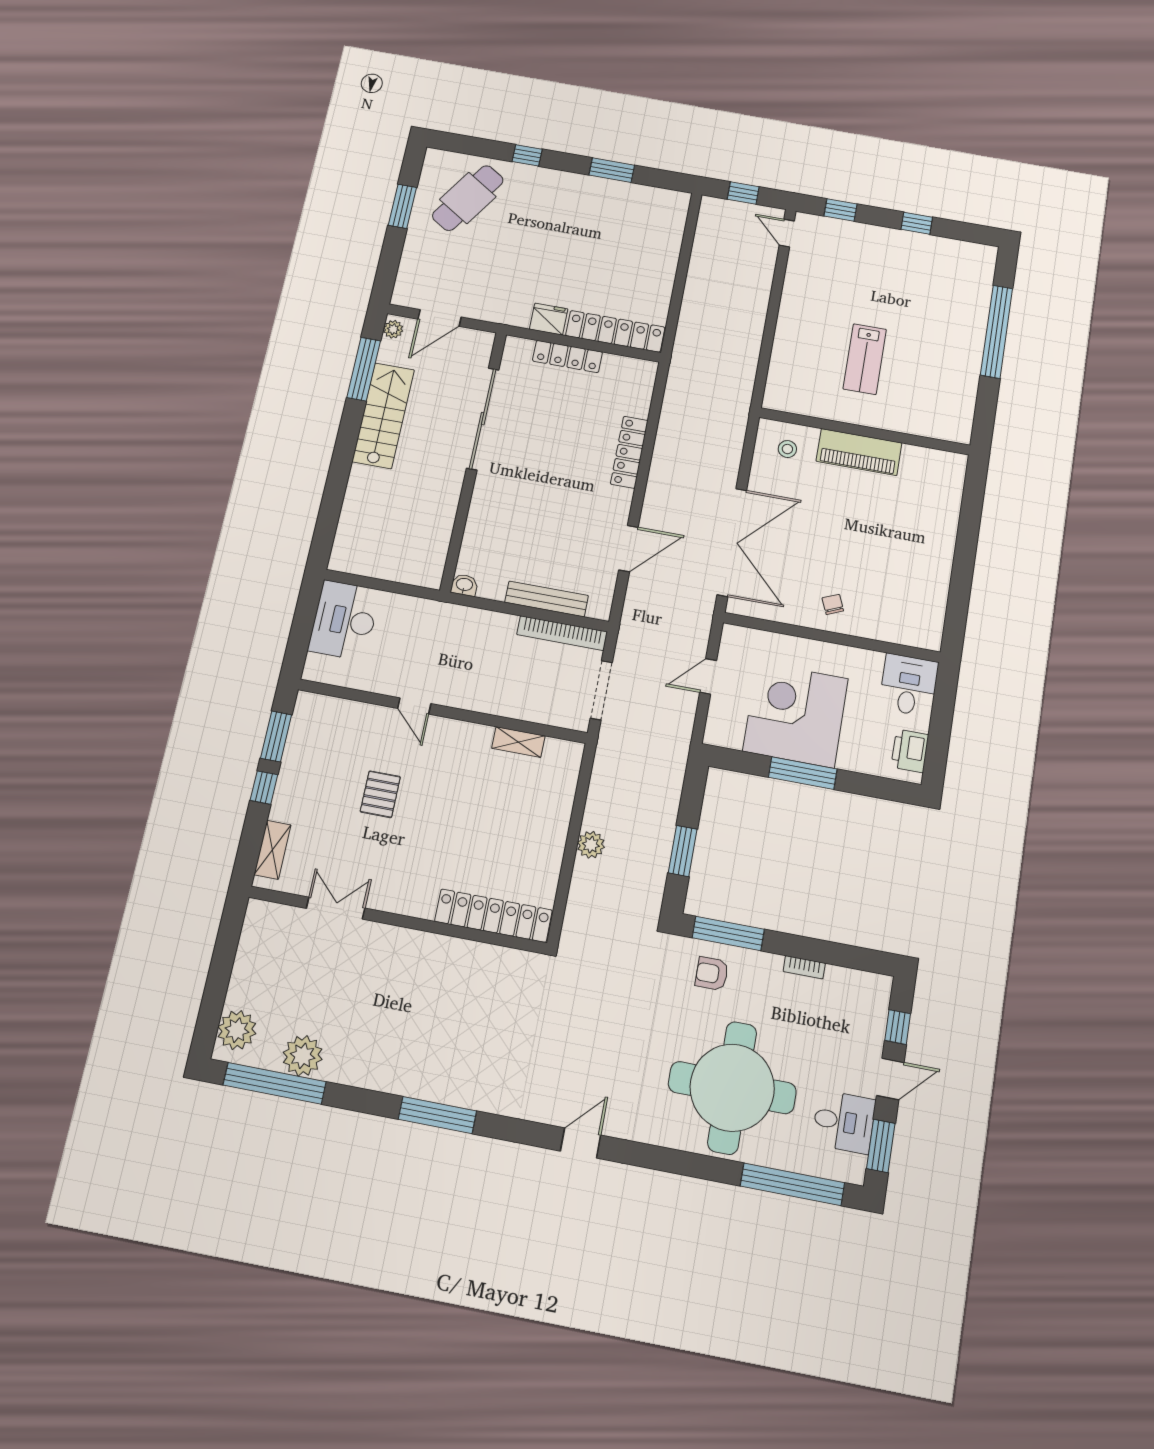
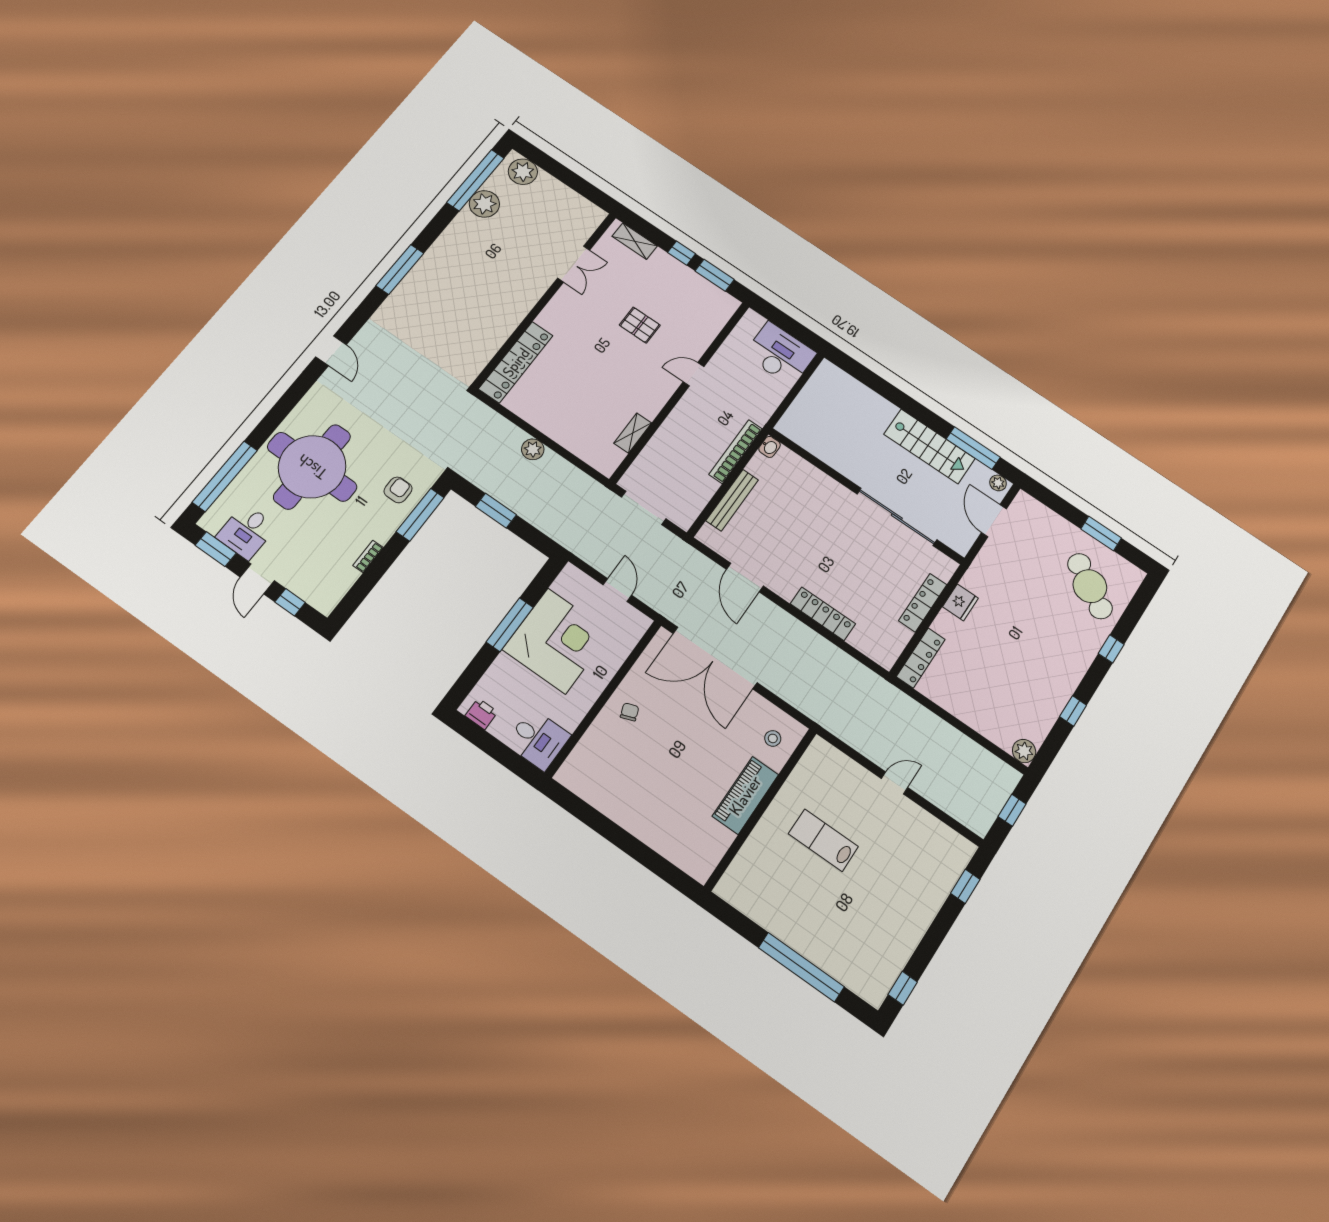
window: (612, 170) -> (1073, 711), width x0.67
plant: (677, 202) -> (1024, 751), added
window: (917, 223) -> (903, 988), moved
door: (787, 233) -> (895, 783), moved
locker: (615, 331) -> (921, 658), width x0.71, depth x0.83
chair: (833, 604) -> (630, 712), turned -87
bookcase: (562, 633) -> (736, 452), moved
printer: (910, 751) -> (481, 714), width x0.73, depth x0.81

